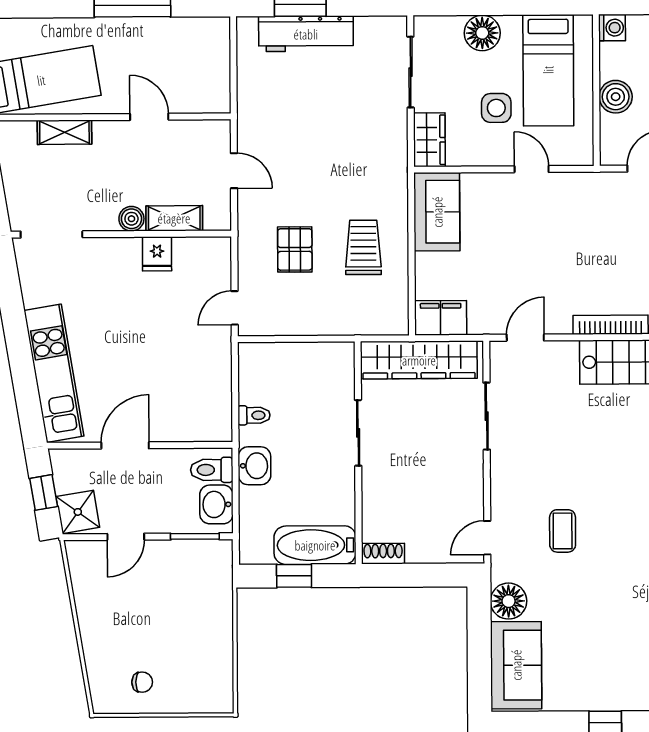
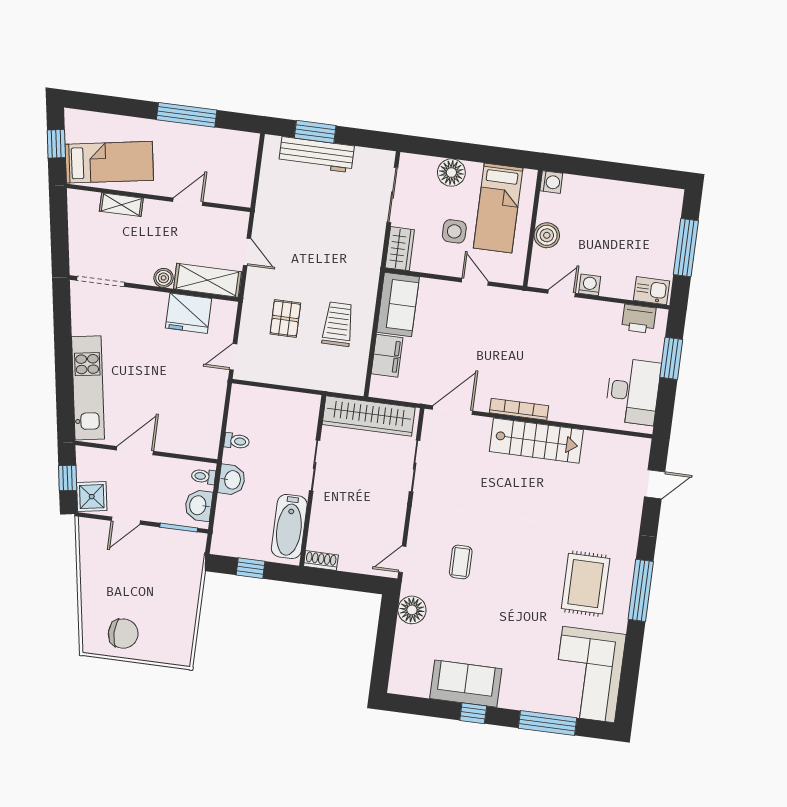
door: (149, 117) -> (188, 202), hinge flipped
shelving: (174, 218) -> (207, 280), width x1.50, depth x1.33
fridge: (157, 254) -> (189, 313), width x1.88, depth x1.34
filing cabinet: (441, 318) -> (387, 356), moved, turned 90
door: (525, 338) -> (452, 410), width x1.38
toilet: (212, 470) -> (203, 476), width x0.73, depth x0.72
bathtub: (315, 545) -> (289, 526), moved, turned -90
sofa: (516, 665) -> (466, 684), moved, turned -90
chair: (142, 682) -> (123, 634), width x1.87, depth x1.87

